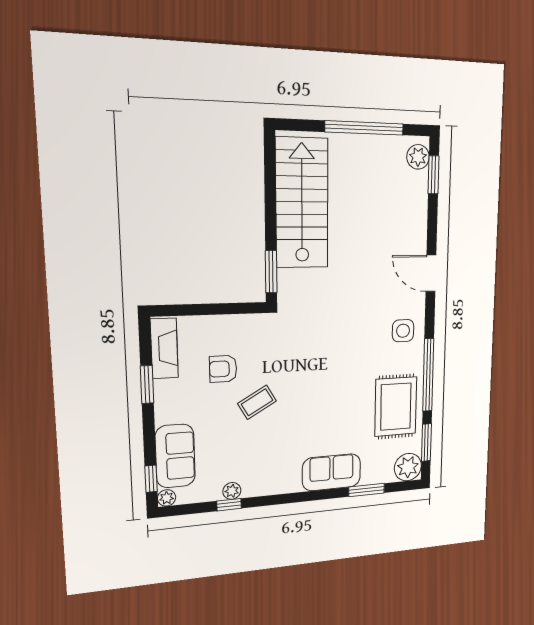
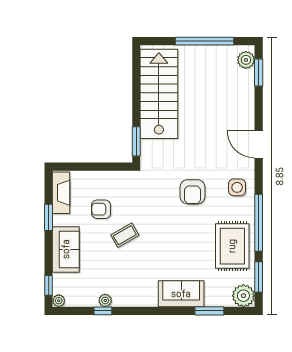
armchair: (347, 339) -> (192, 192), added
sofa: (175, 456) -> (66, 249), moved

